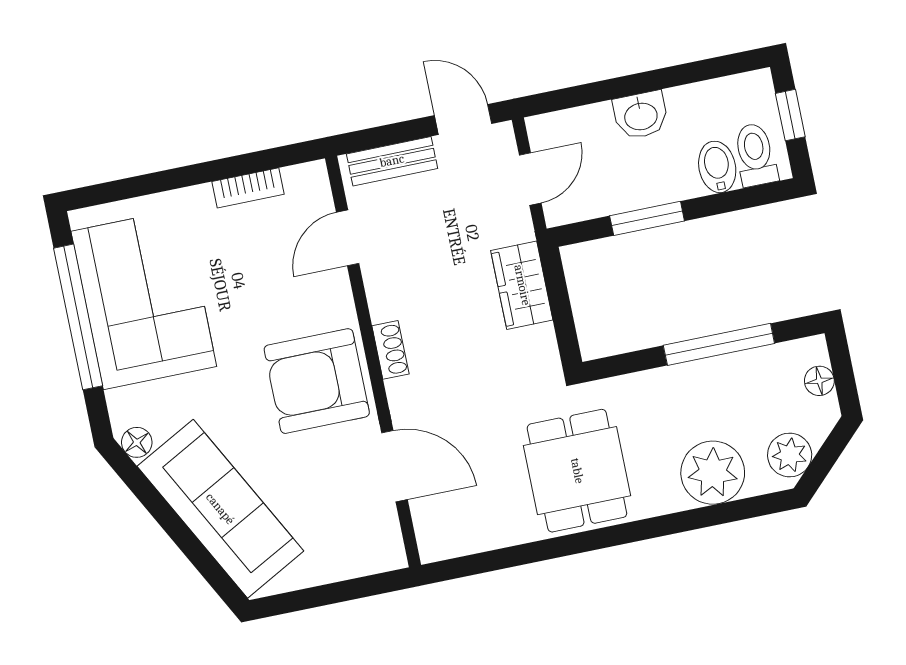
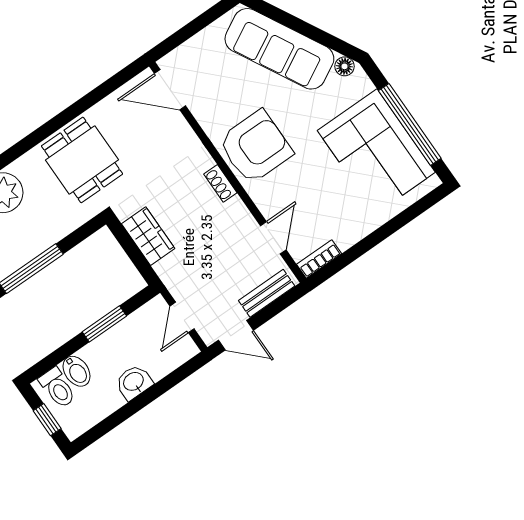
bookcase: (248, 188) -> (319, 259), moved
wardrobe: (522, 285) -> (148, 236), moved
door: (395, 466) -> (170, 90), moved

